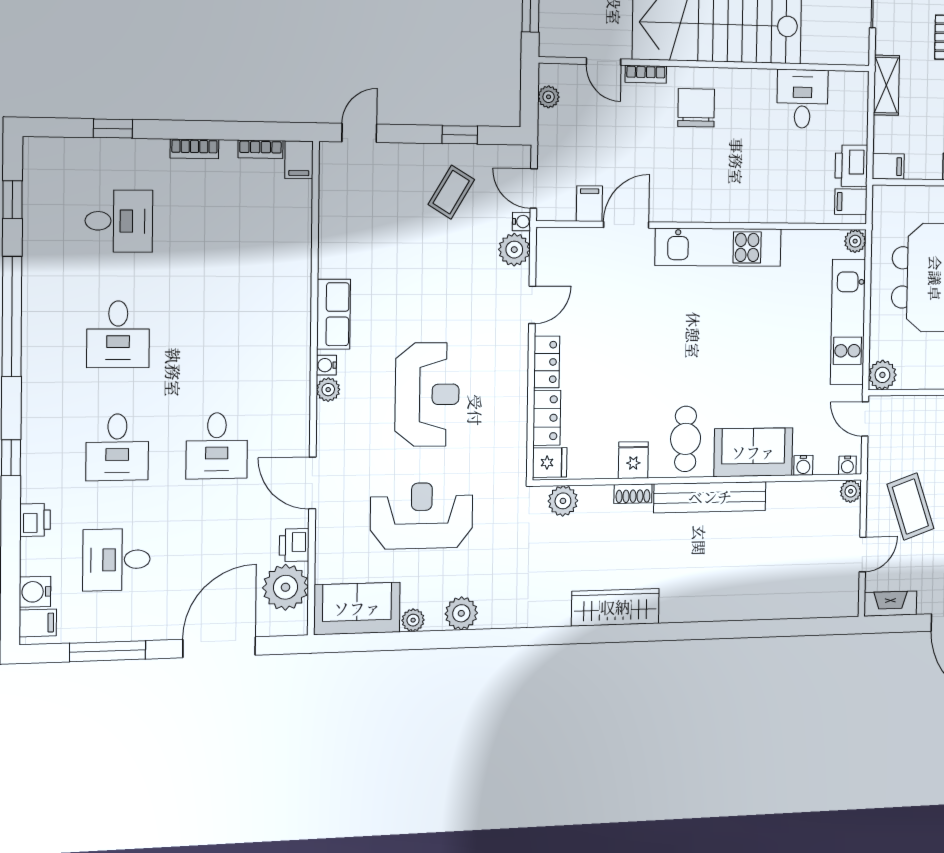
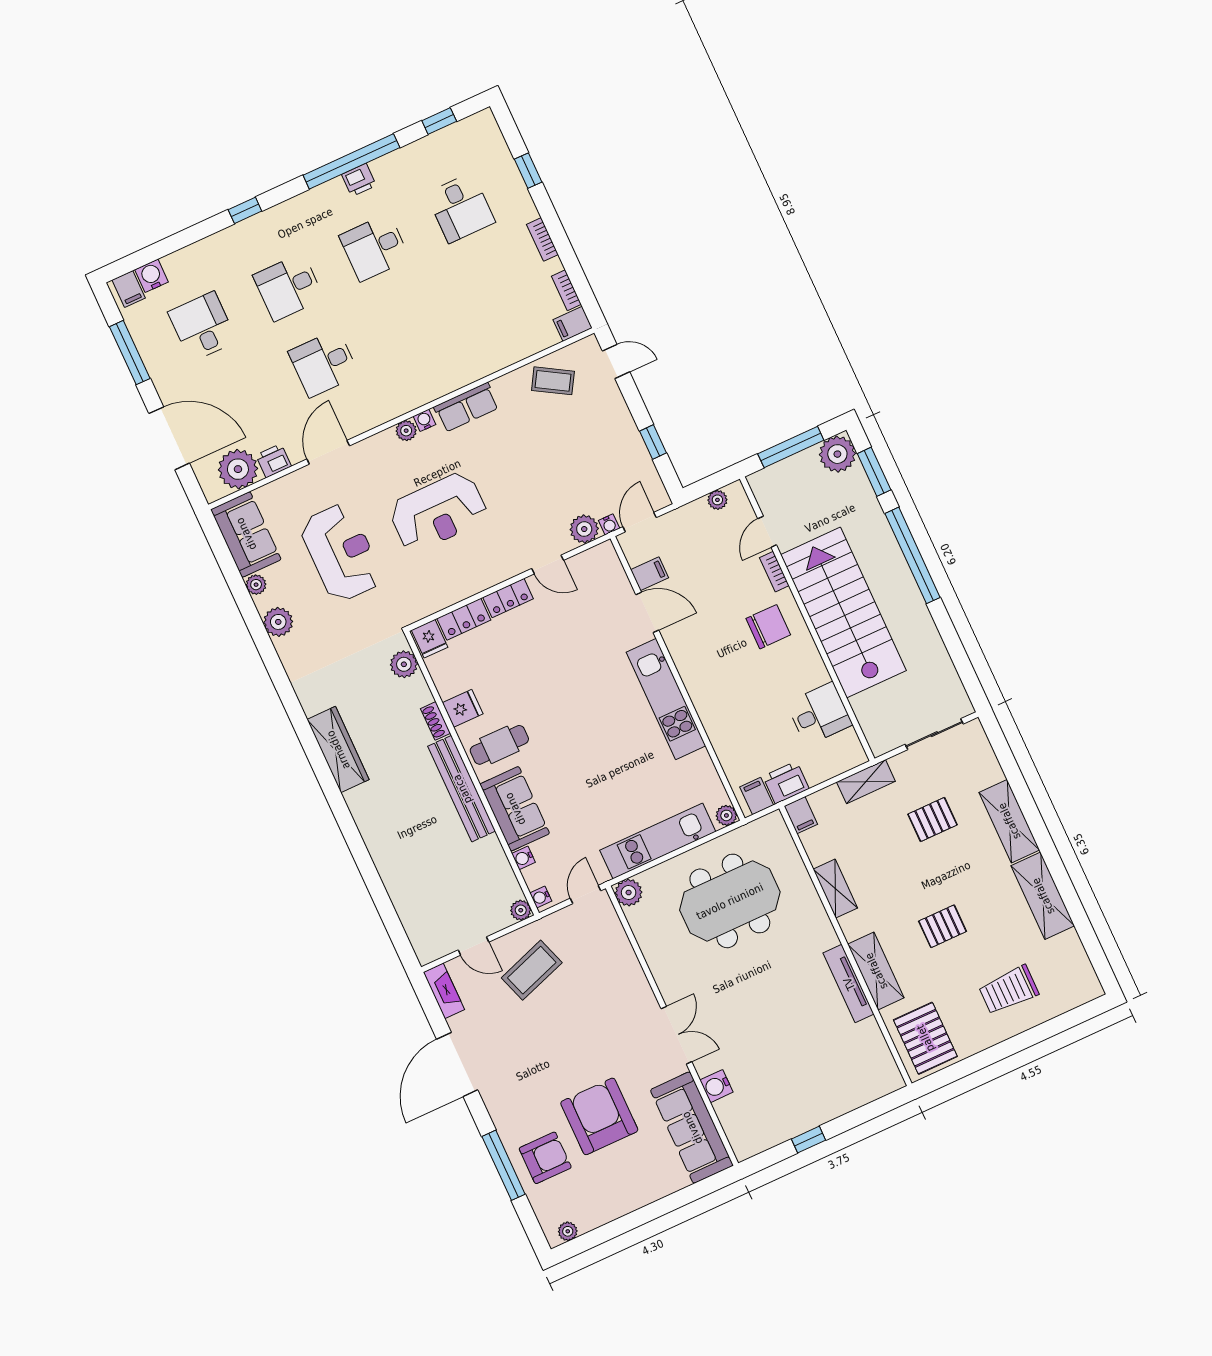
coffee table: (451, 192) -> (553, 381), moved
printer: (35, 520) -> (359, 180), moved

